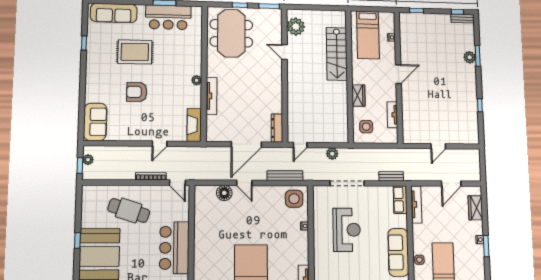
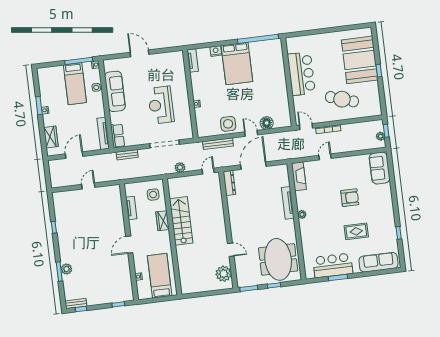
rug: (135, 52) -> (356, 231), width x0.73, depth x0.70
stairs: (337, 54) -> (181, 221), moved
side table: (294, 199) -> (228, 124), moved

